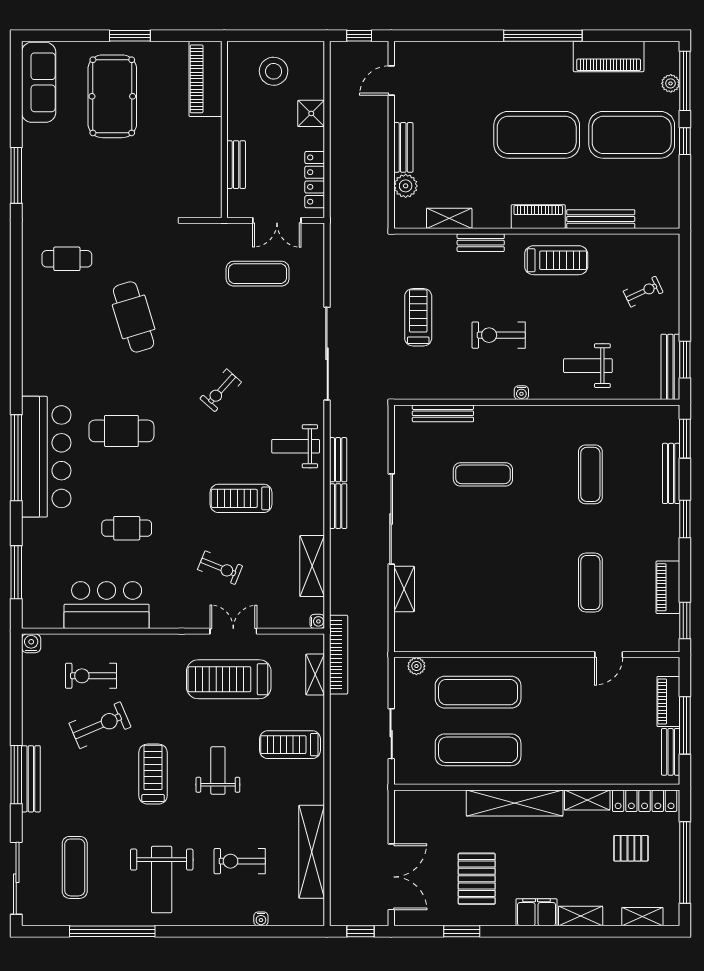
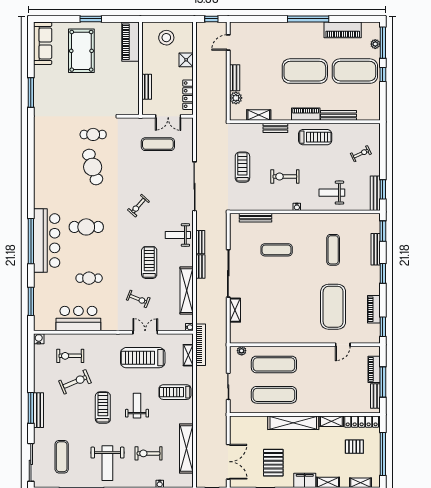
cafe table: (67, 259) -> (93, 134), moved
treadmill: (241, 498) -> (149, 262), turned 90
shelving: (312, 566) -> (187, 291), width x1.47
exercise mat: (590, 583) -> (333, 307), width x2.00, depth x1.45

